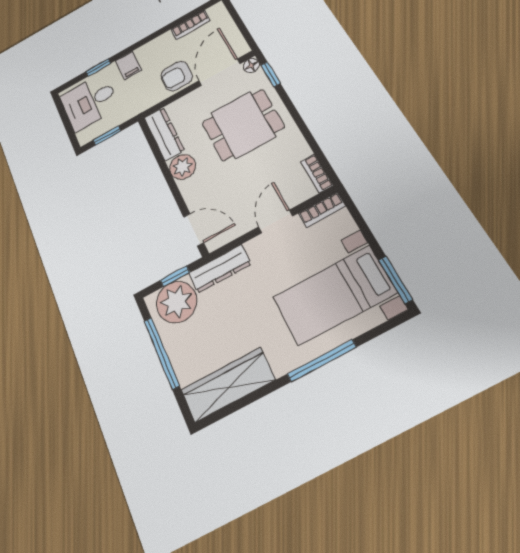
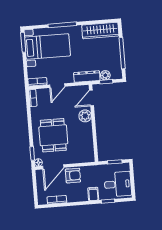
dining table: (243, 125) -> (53, 135), turned 90
dresser: (164, 134) -> (89, 149), removed
plant: (183, 167) -> (85, 116), moved
door: (194, 230) -> (91, 98), hinge flipped
plant: (177, 302) -> (105, 75), width x0.53, depth x0.53

